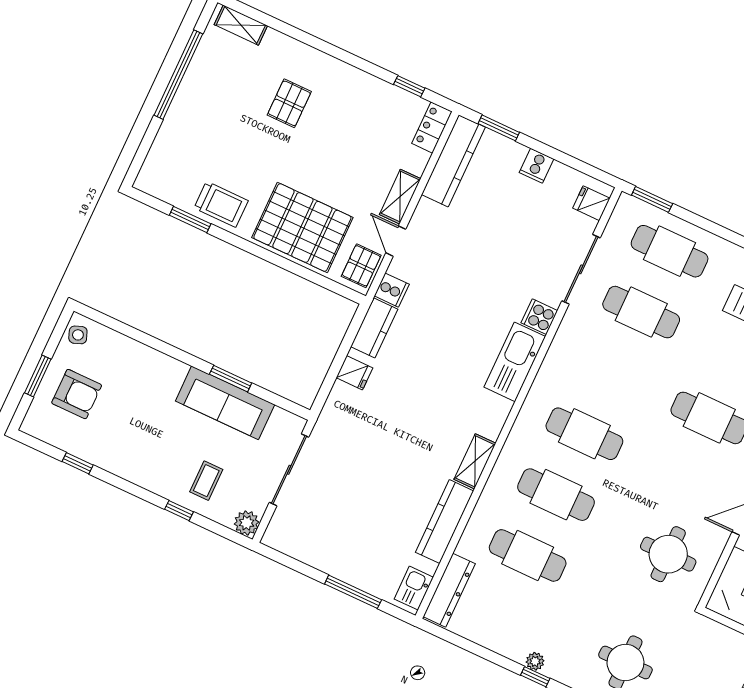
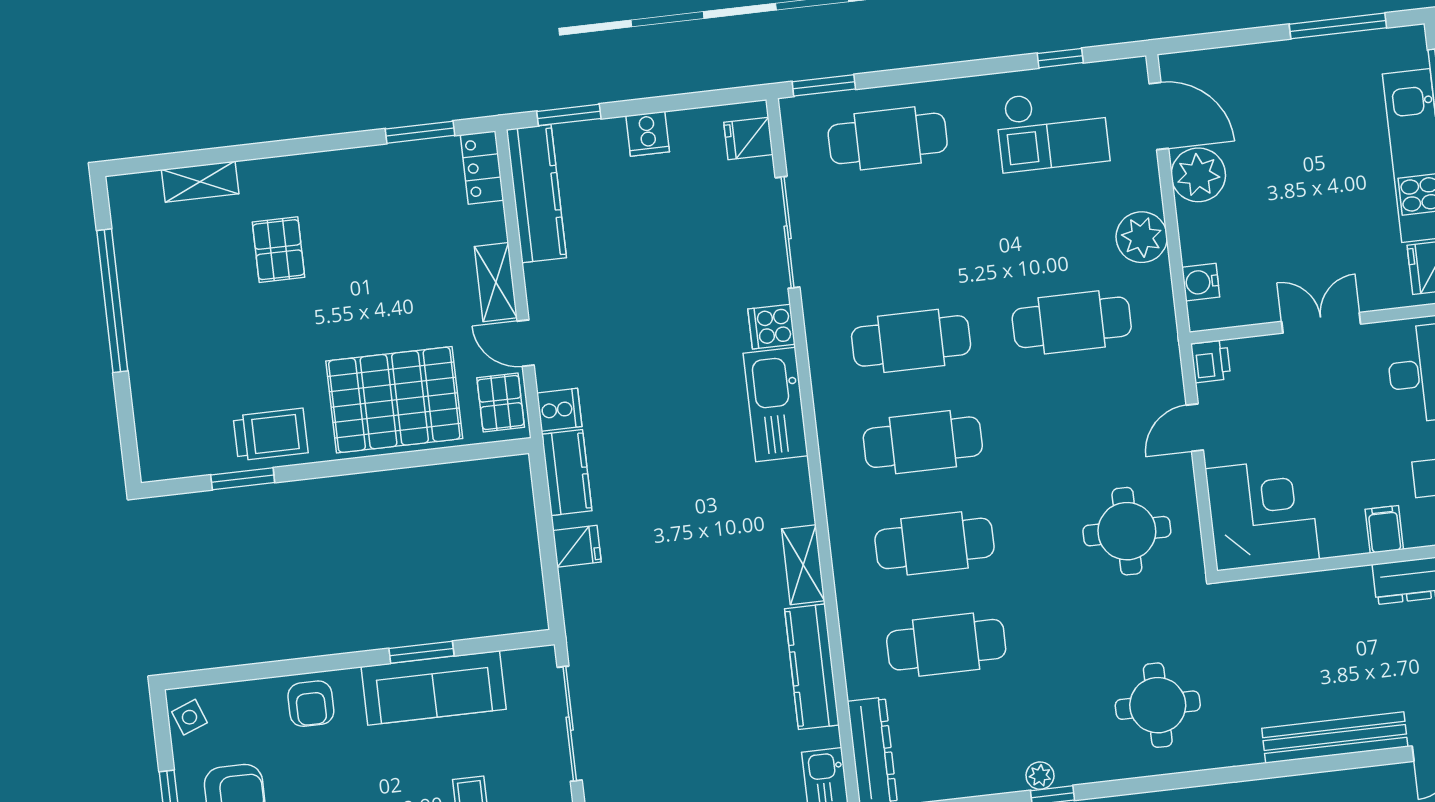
shelving: (241, 25) -> (200, 182), moved
window: (409, 86) -> (420, 132), width x1.50
cafe table: (641, 312) -> (911, 341), moved
armchair: (151, 369) -> (311, 704), added

